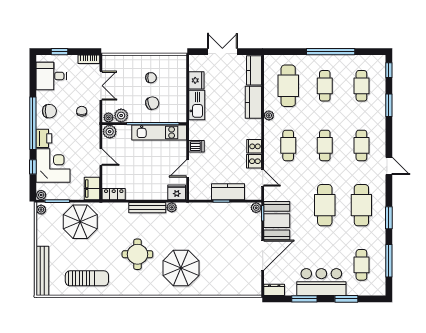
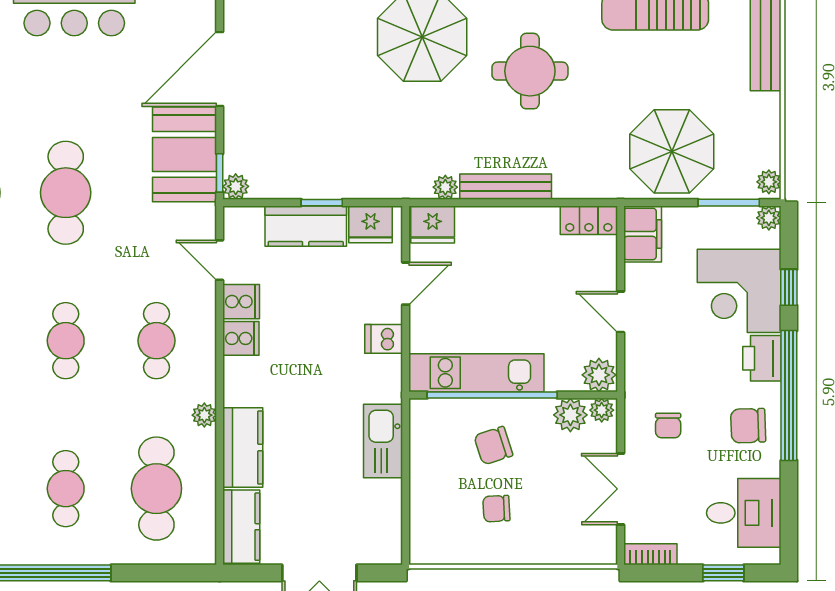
fridge: (196, 80) -> (371, 224), moved, turned -90

